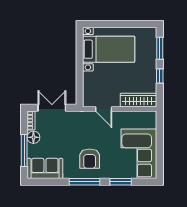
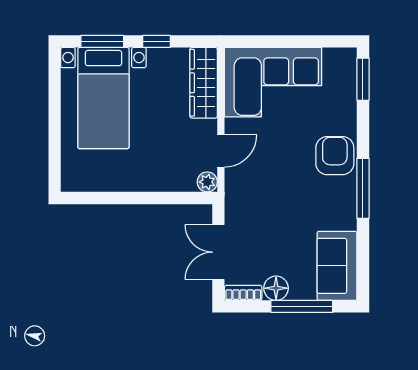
bed with nightstands: (109, 49) -> (103, 98), moved, turned 180
plant: (88, 102) -> (207, 182), added
corner sofa: (139, 154) -> (273, 82), moved
armchair: (90, 159) -> (335, 156), moved, turned -90
window: (121, 182) -> (363, 79), moved

